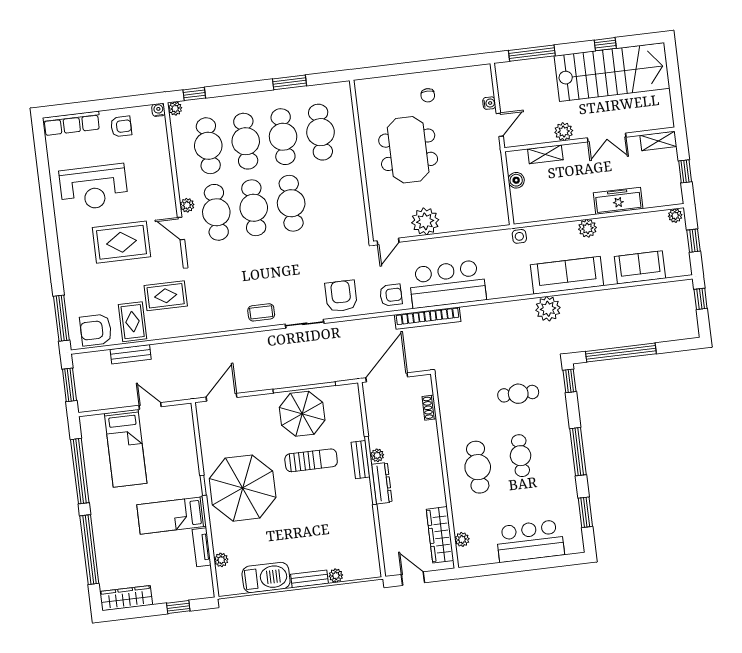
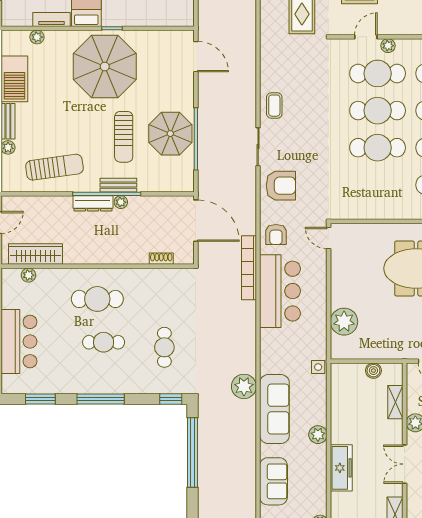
plant: (425, 221) -> (344, 322), moved
sun lounger: (350, 526) -> (54, 167), added

